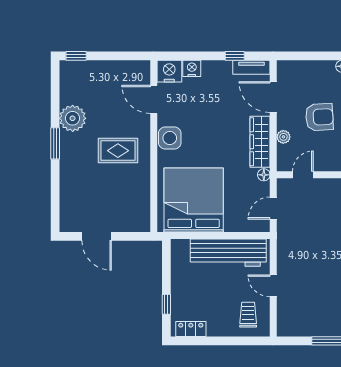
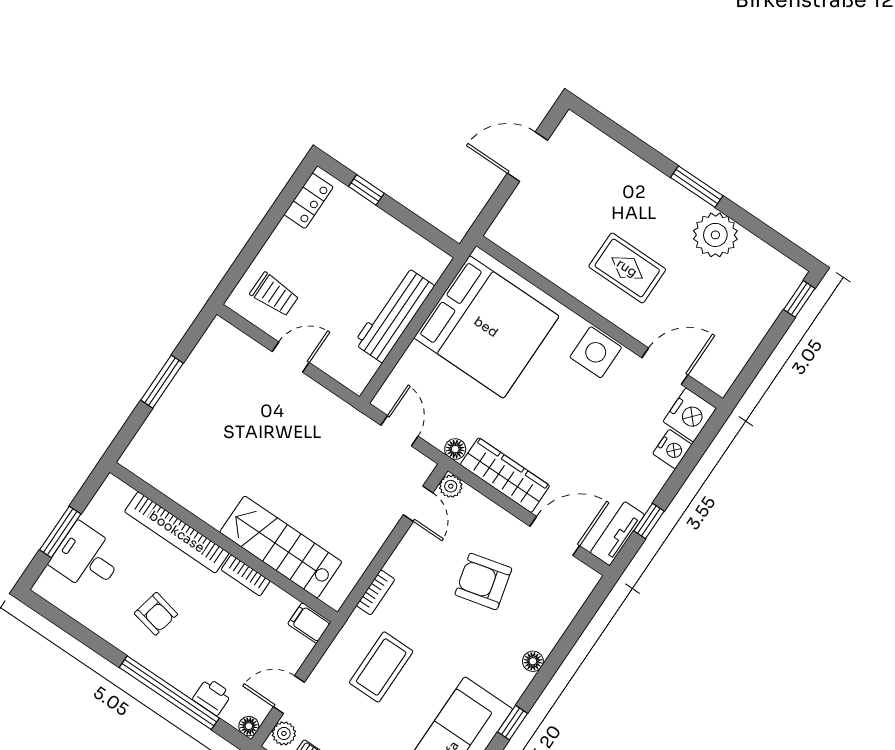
armchair: (319, 117) -> (483, 581), turned 79
plant: (283, 137) -> (451, 486), moved
rug: (118, 151) -> (627, 268), turned 90
workbench: (228, 253) -> (394, 315), width x0.73, depth x0.76

